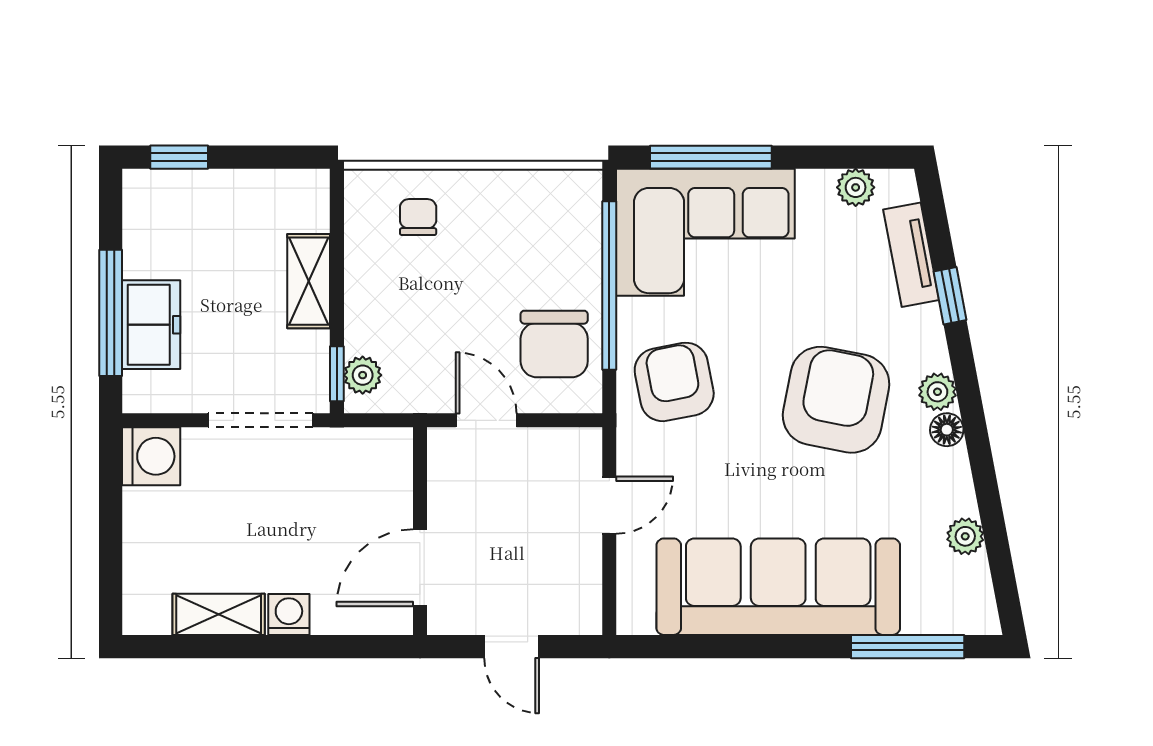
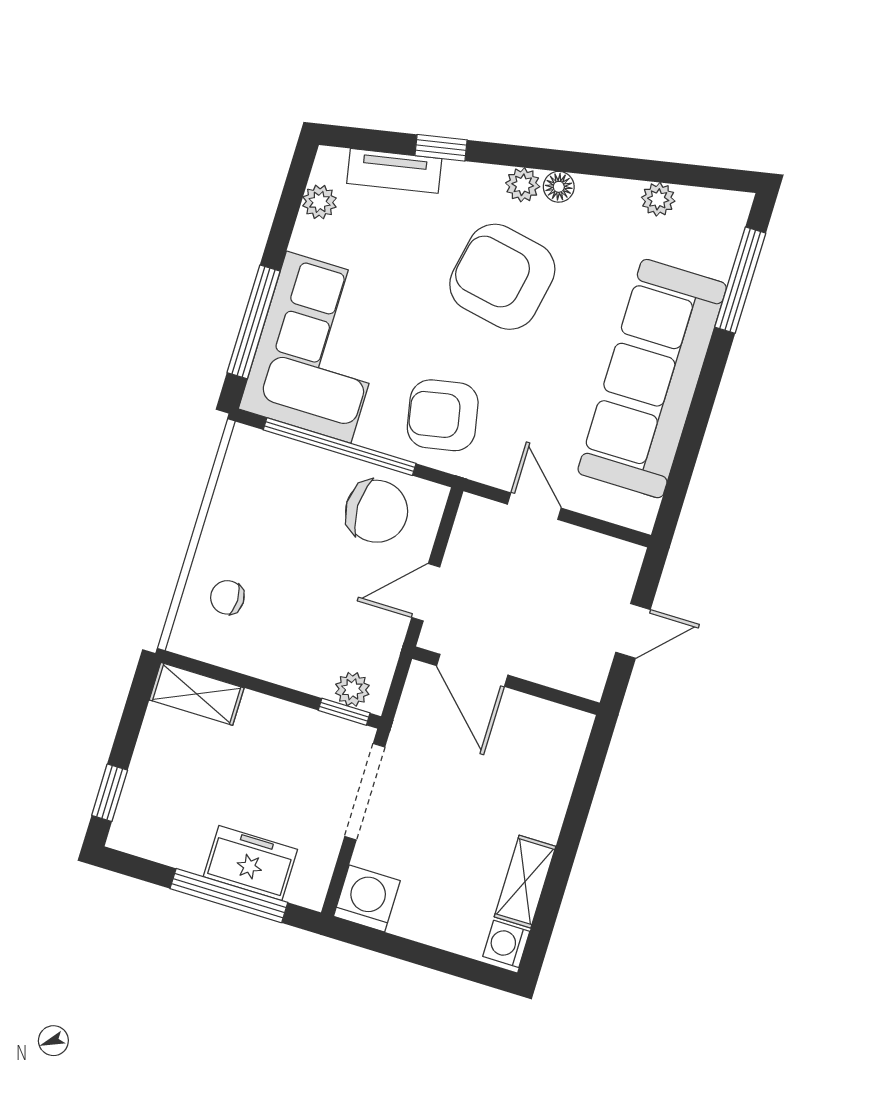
shelving: (309, 281) -> (197, 694), moved
door: (420, 568) -> (472, 670), moved
washing machine: (289, 614) -> (506, 944), moved

